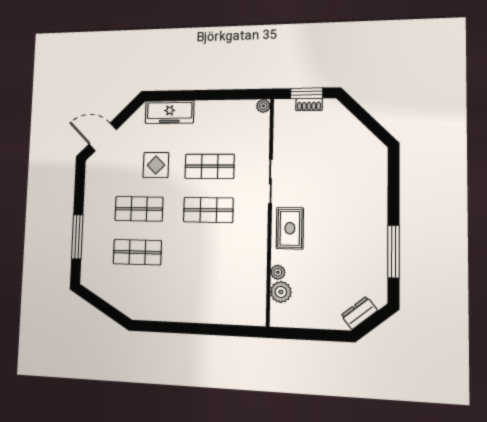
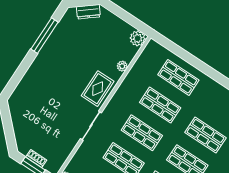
shop shelf: (207, 254) -> (160, 105), added
plant: (281, 292) -> (138, 38), moved
shop shelf: (206, 299) -> (178, 77), added

